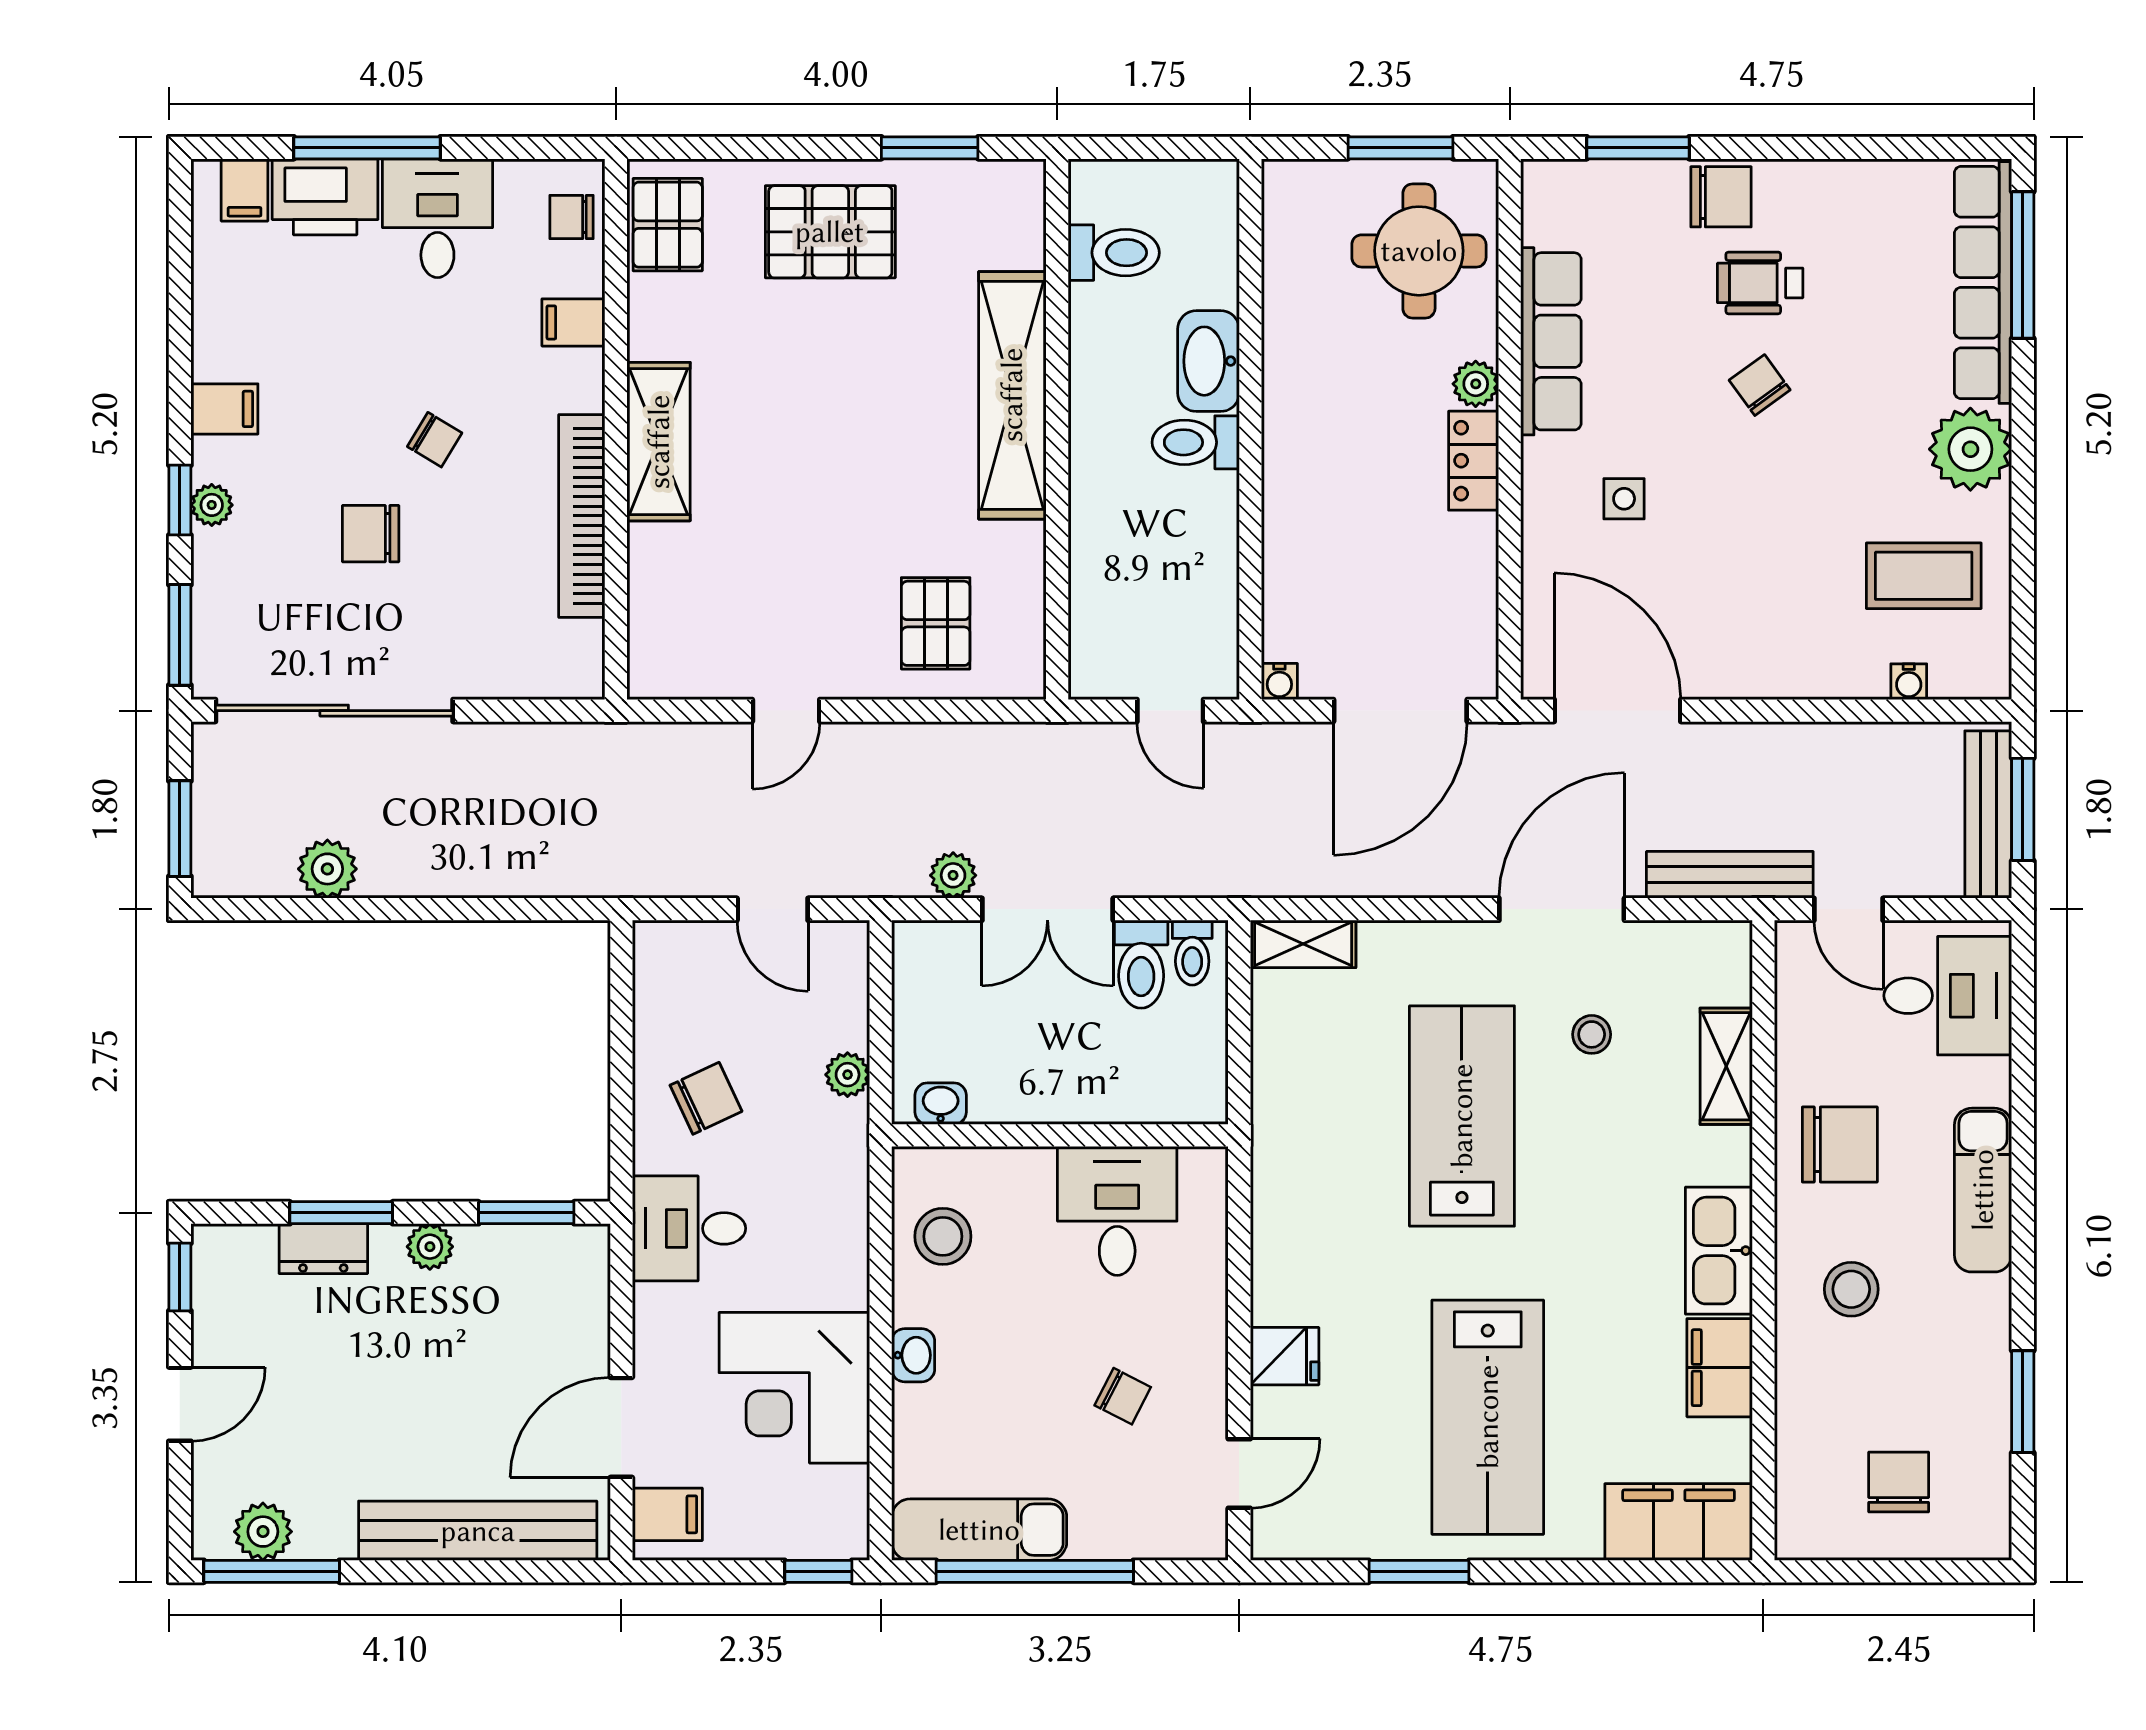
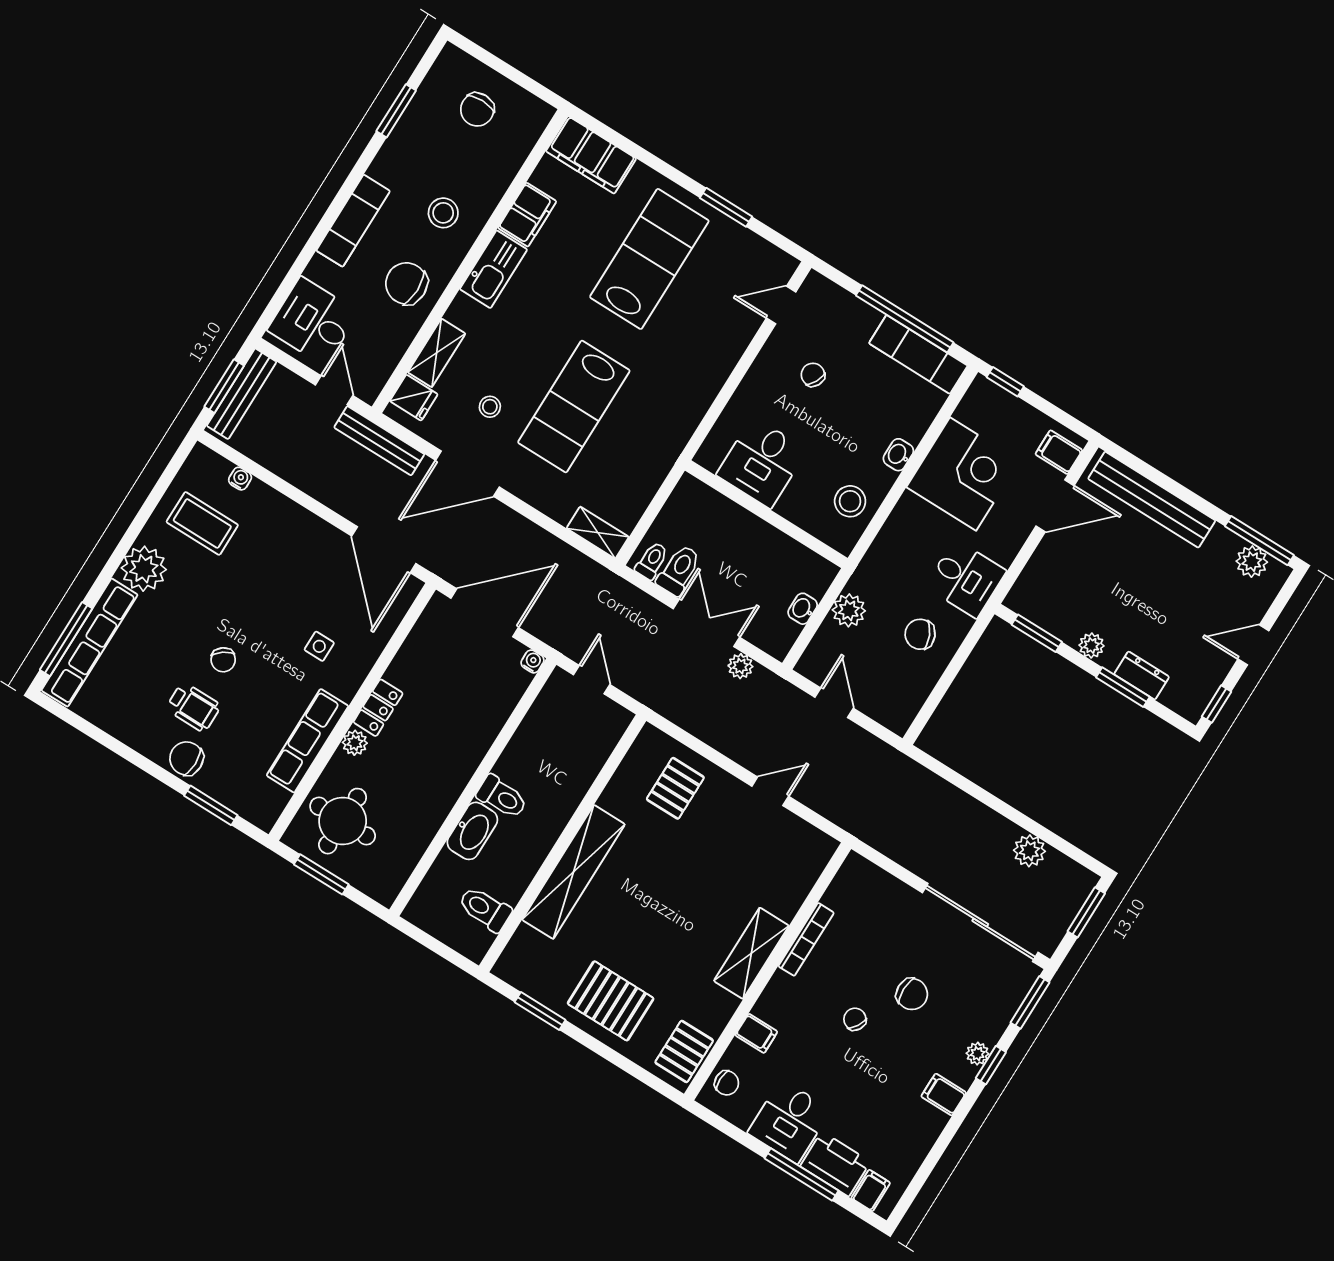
bookcase: (582, 516) -> (806, 939), width x0.68, depth x0.76
plant: (848, 1075) -> (849, 610), width x1.38, depth x1.38
washbasin: (941, 1104) -> (803, 609), moved, turned 90
fridge: (1285, 1356) -> (414, 398), moved, turned 180

